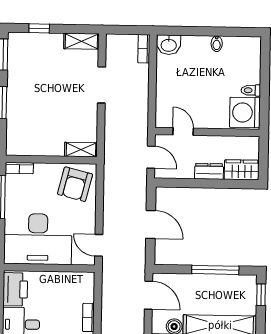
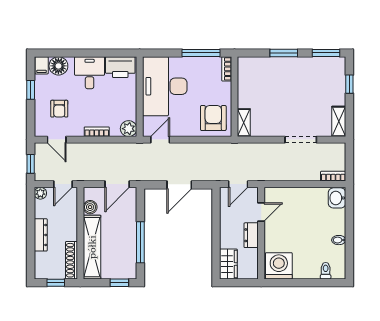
toilet: (251, 90) -> (326, 271), moved
dresser: (209, 171) -> (251, 235), moved, turned 180
armchair: (75, 184) -> (213, 118), turned 76
plant: (85, 281) -> (129, 129), added

